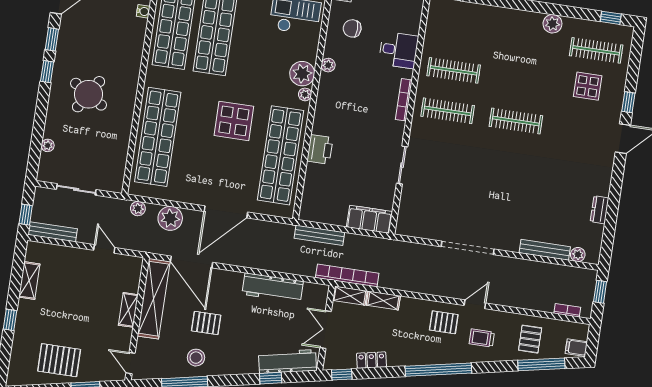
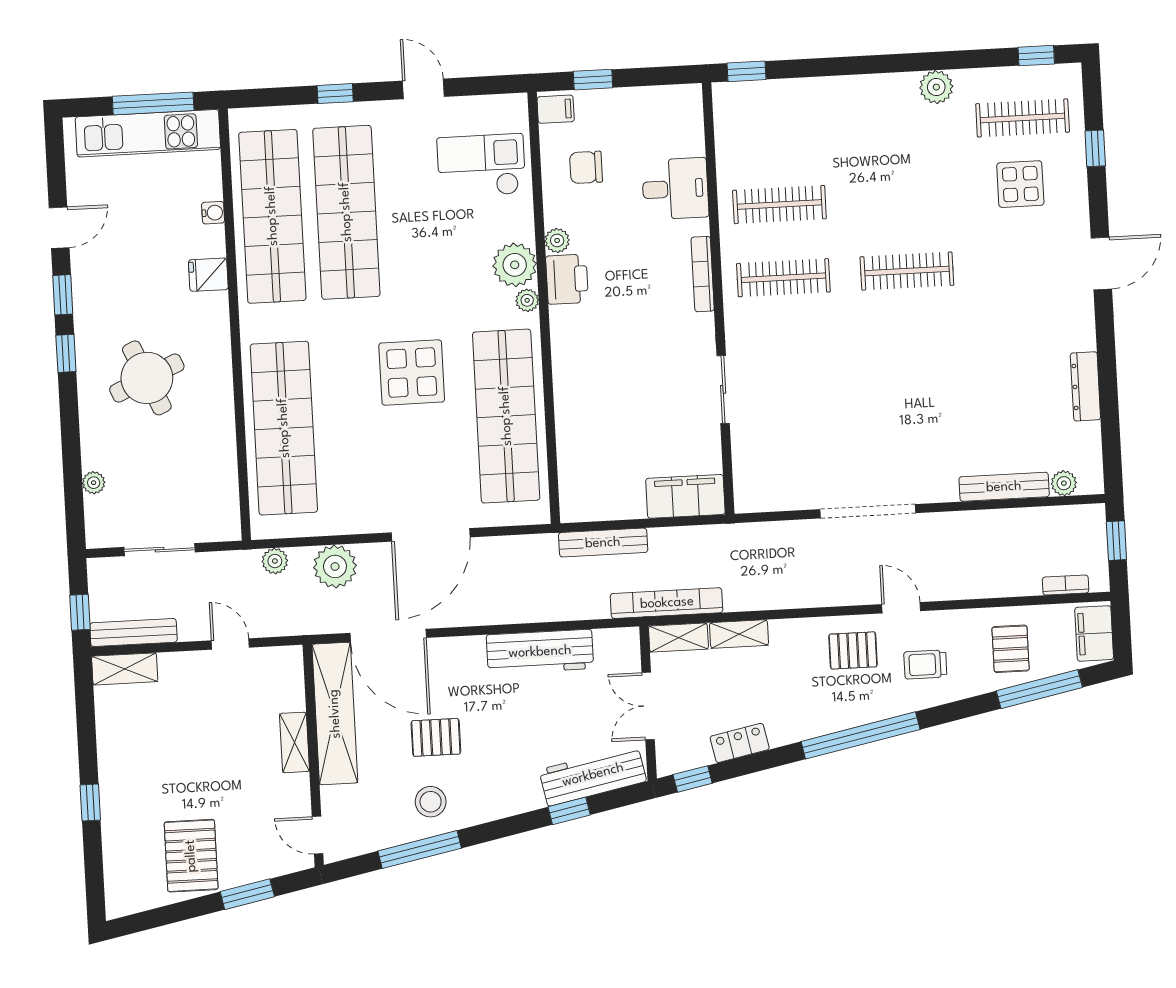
fridge: (134, 45) -> (208, 275), added
round table: (89, 94) -> (147, 378), turned 34
window: (628, 102) -> (1095, 148), moved
printer: (320, 149) -> (567, 279), moved
dresser: (600, 210) -> (1085, 386), width x1.44
shelving: (29, 281) -> (125, 669), moved, turned 90
door: (475, 304) -> (901, 608), hinge flipped
filing cabinet: (576, 348) -> (1094, 633), width x2.00
pallet: (59, 360) -> (191, 856), turned 90

